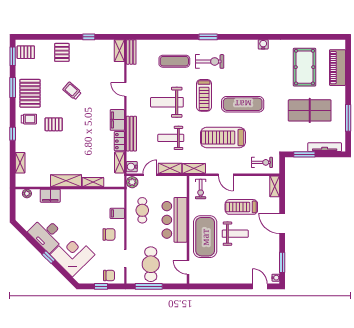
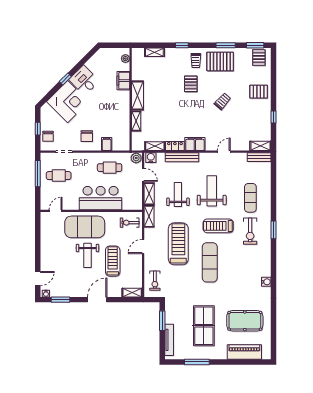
desk: (47, 234) -> (84, 80), width x0.73
cafe table: (151, 264) -> (59, 176), width x0.73, depth x0.74

